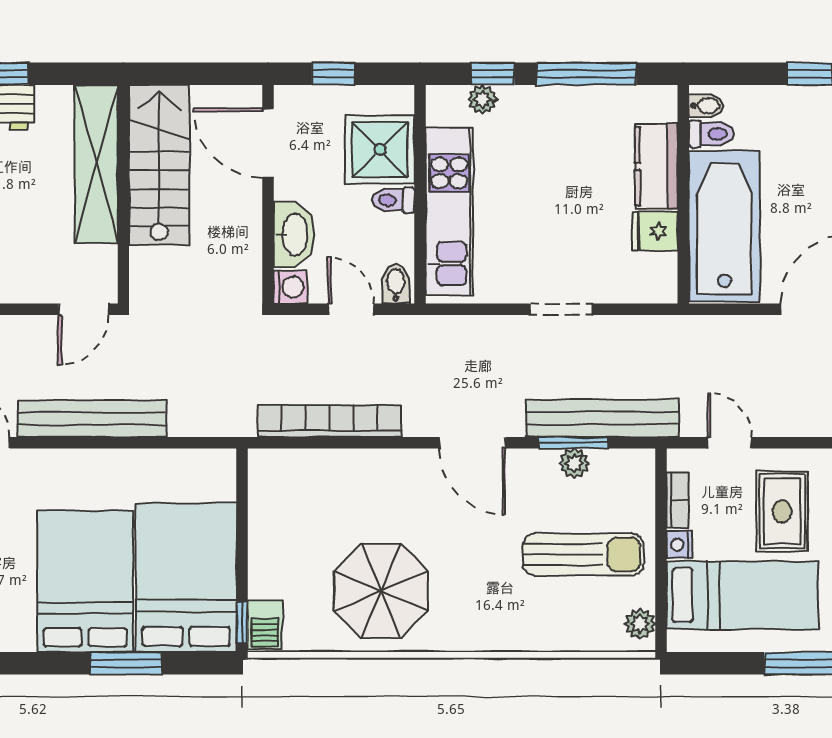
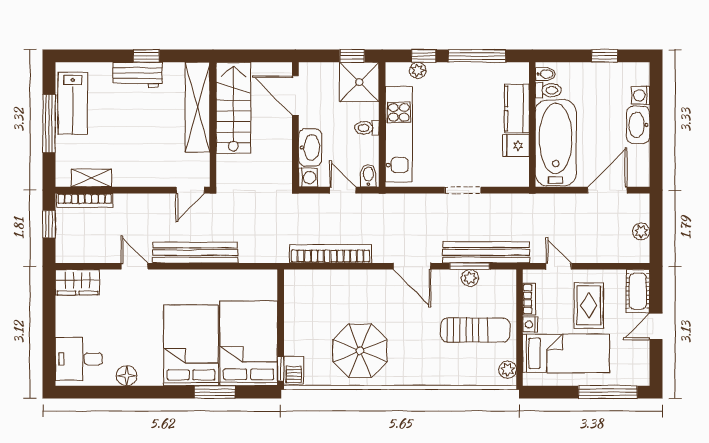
window: (333, 74) -> (352, 56), moved
shower: (380, 150) -> (359, 82), moved

